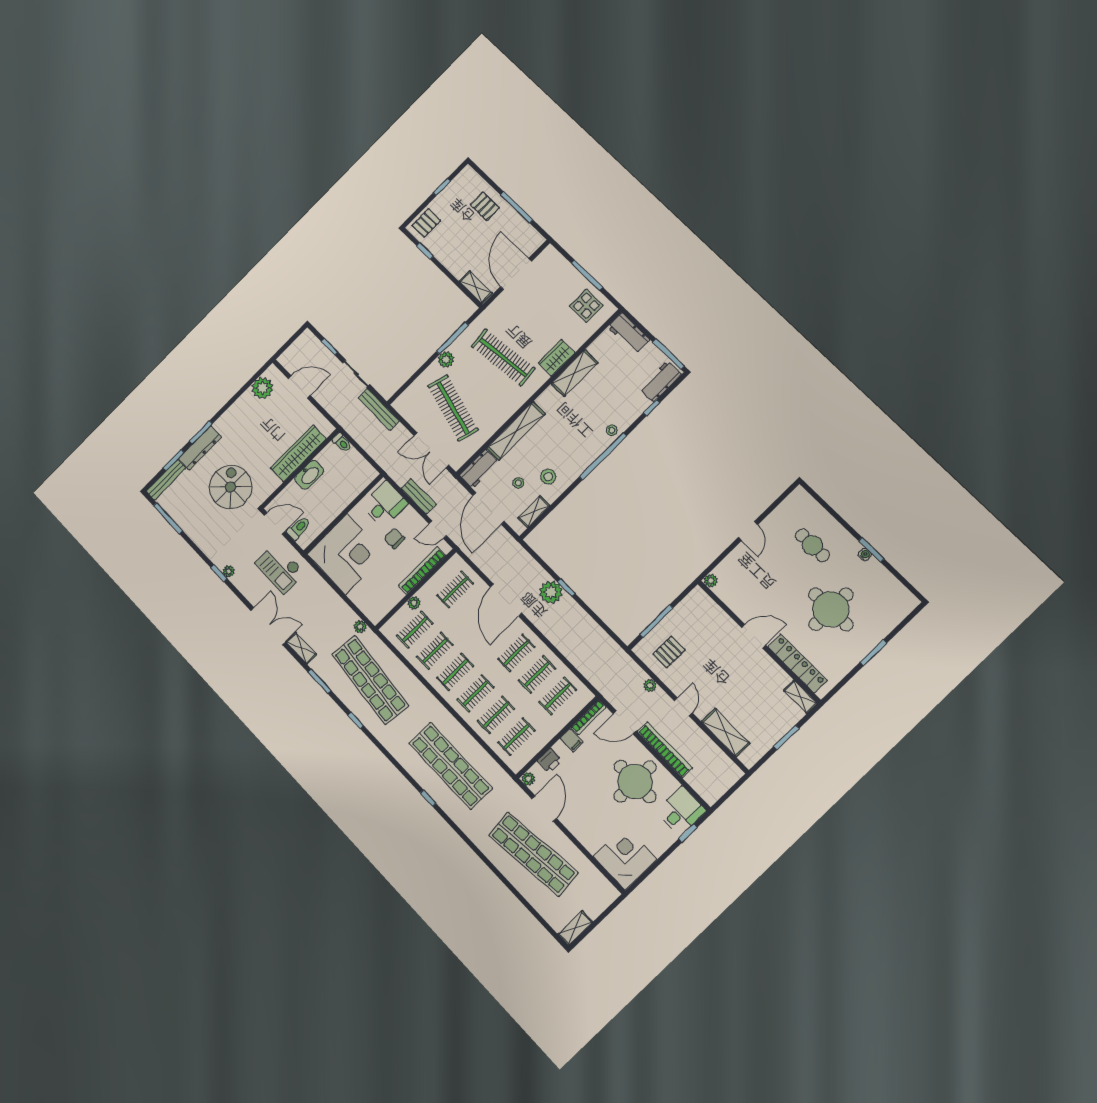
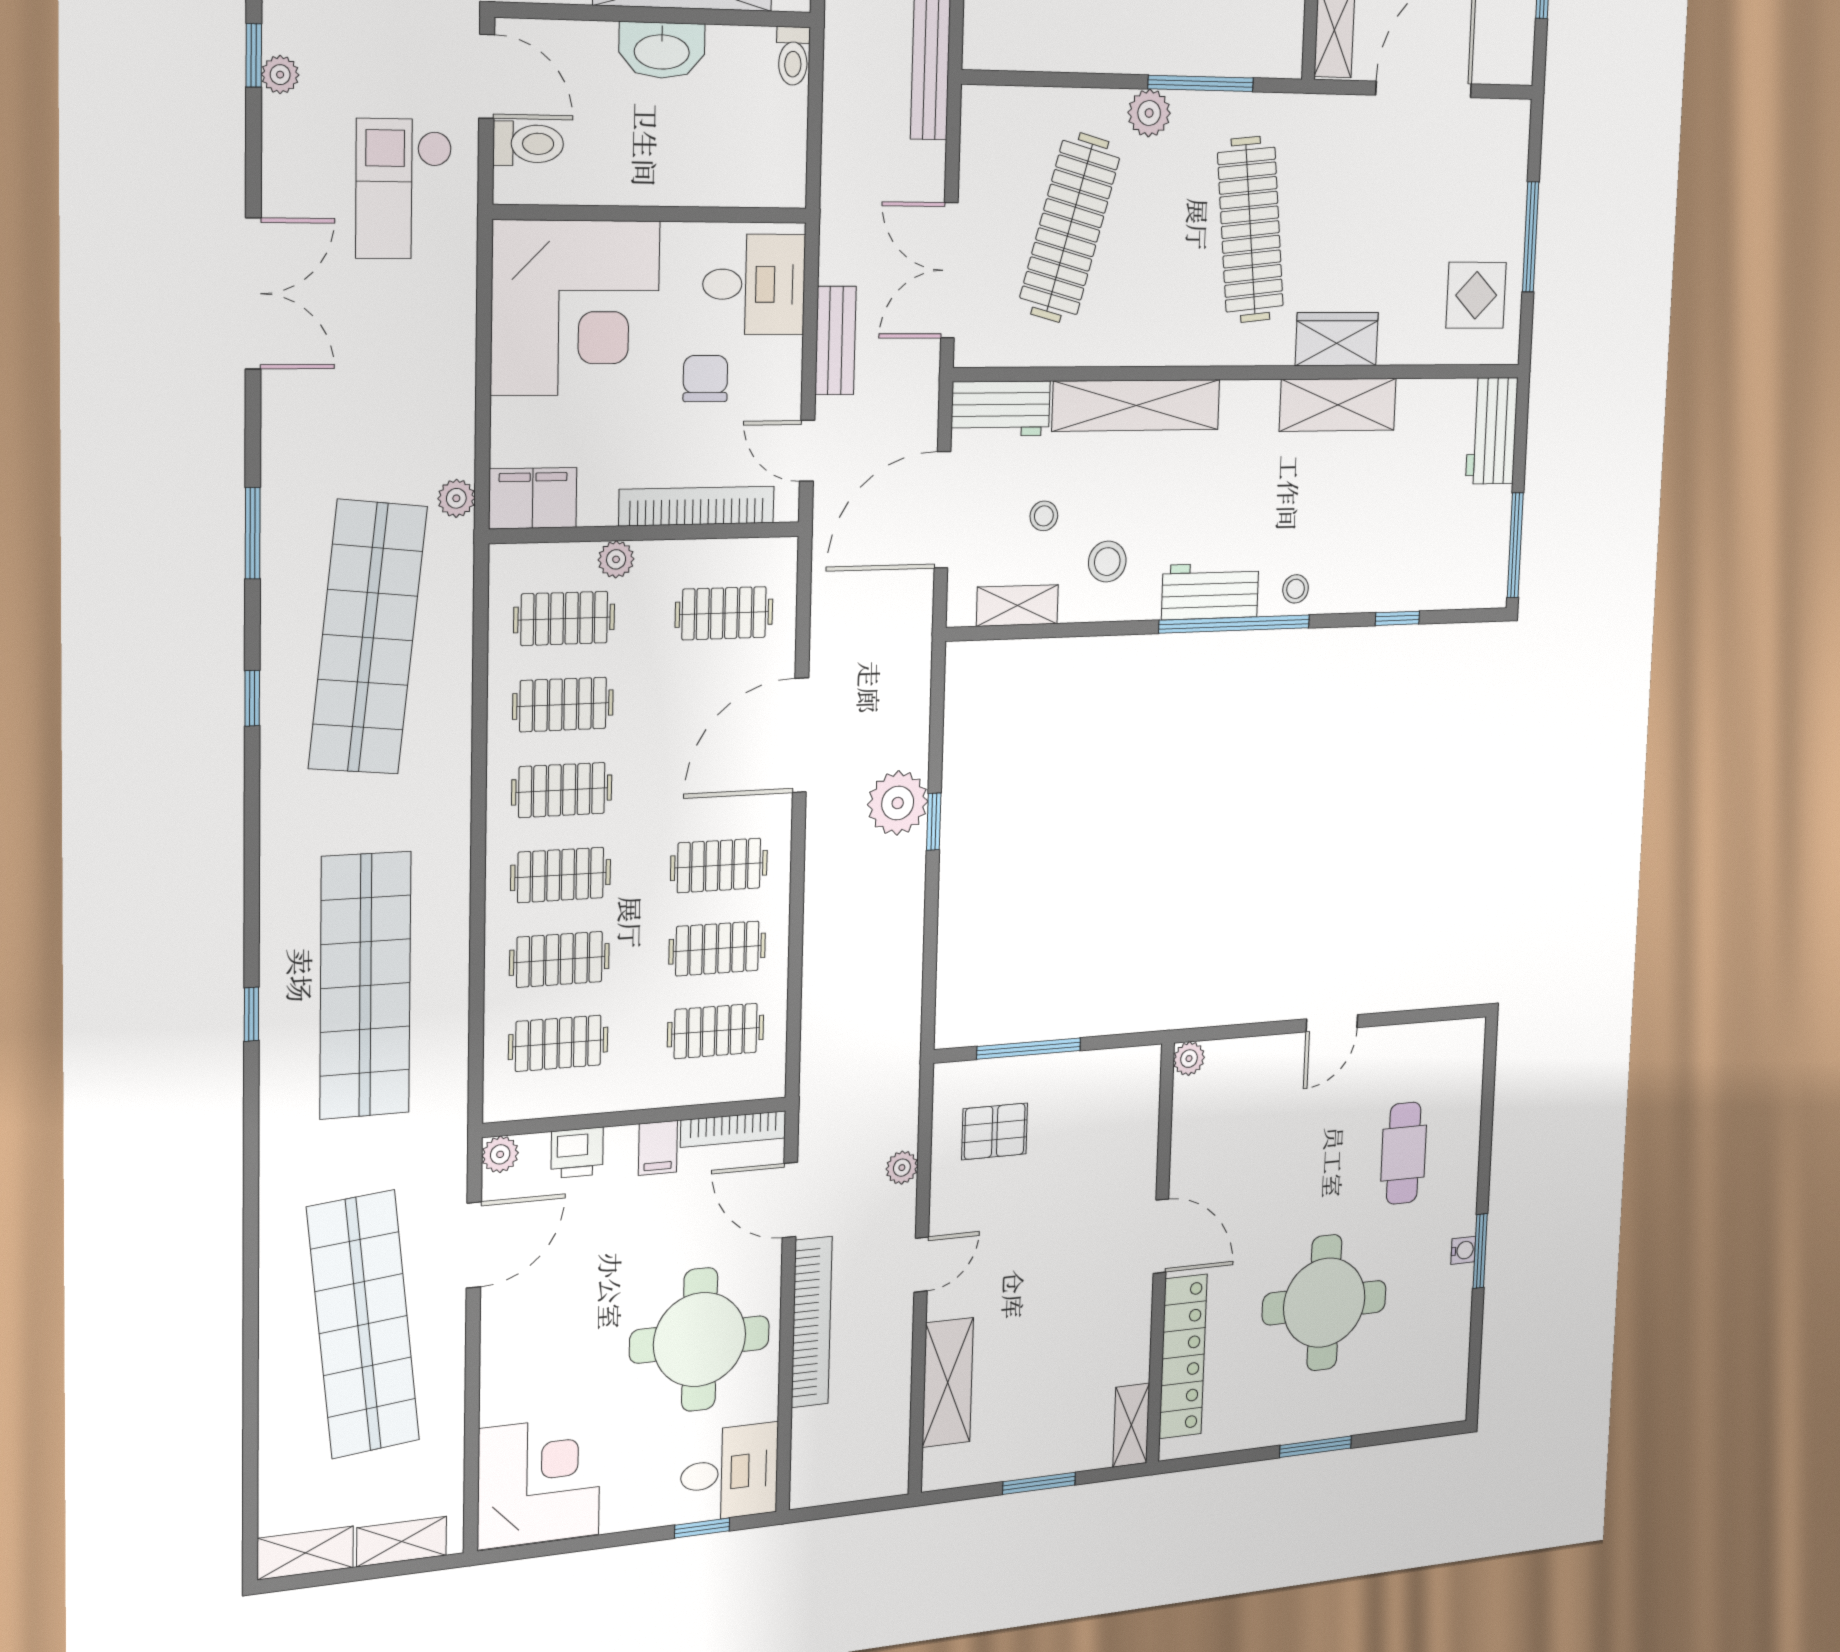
workbench: (660, 381) -> (1210, 591), moved
filing cabinet: (379, 609) -> (533, 498), added
shelving: (301, 648) -> (402, 1542), moved, turned 90

